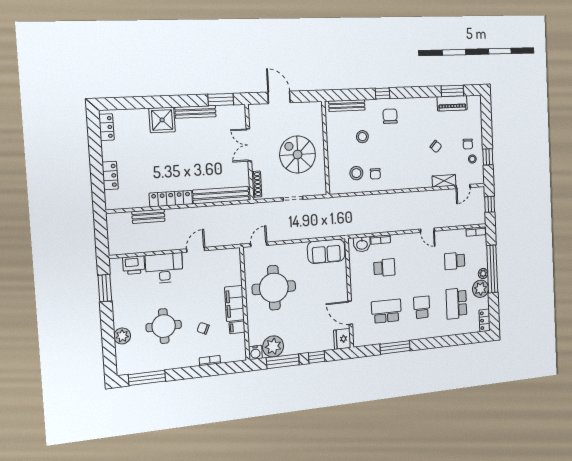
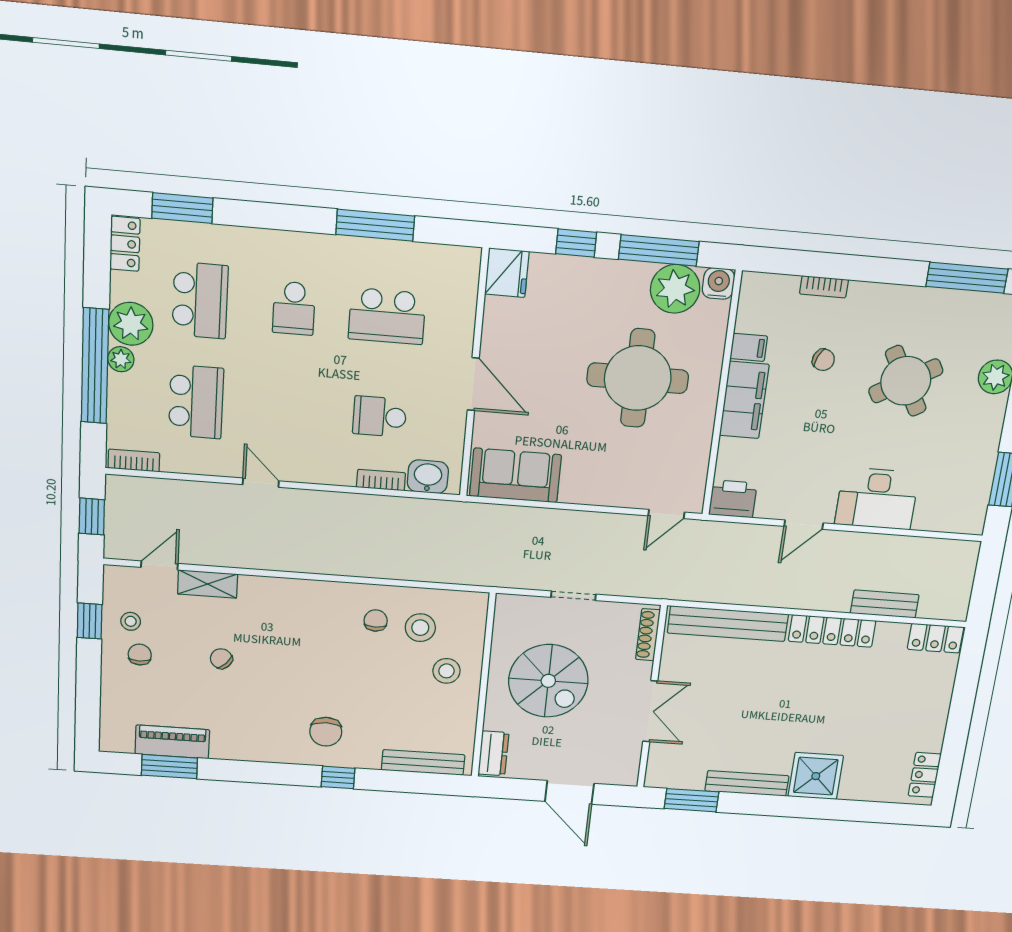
dresser: (317, 114) -> (493, 753), added
stool: (362, 137) -> (446, 671), moved
locker: (110, 176) -> (936, 638), moved, turned -90
school desk: (455, 261) -> (196, 402), width x1.85
printer: (134, 265) -> (733, 499), moved
round table: (274, 288) -> (638, 378), moved
door: (350, 313) -> (473, 384), moved
round table: (164, 326) -> (906, 381), turned -30
window: (466, 339) -> (182, 208), added

